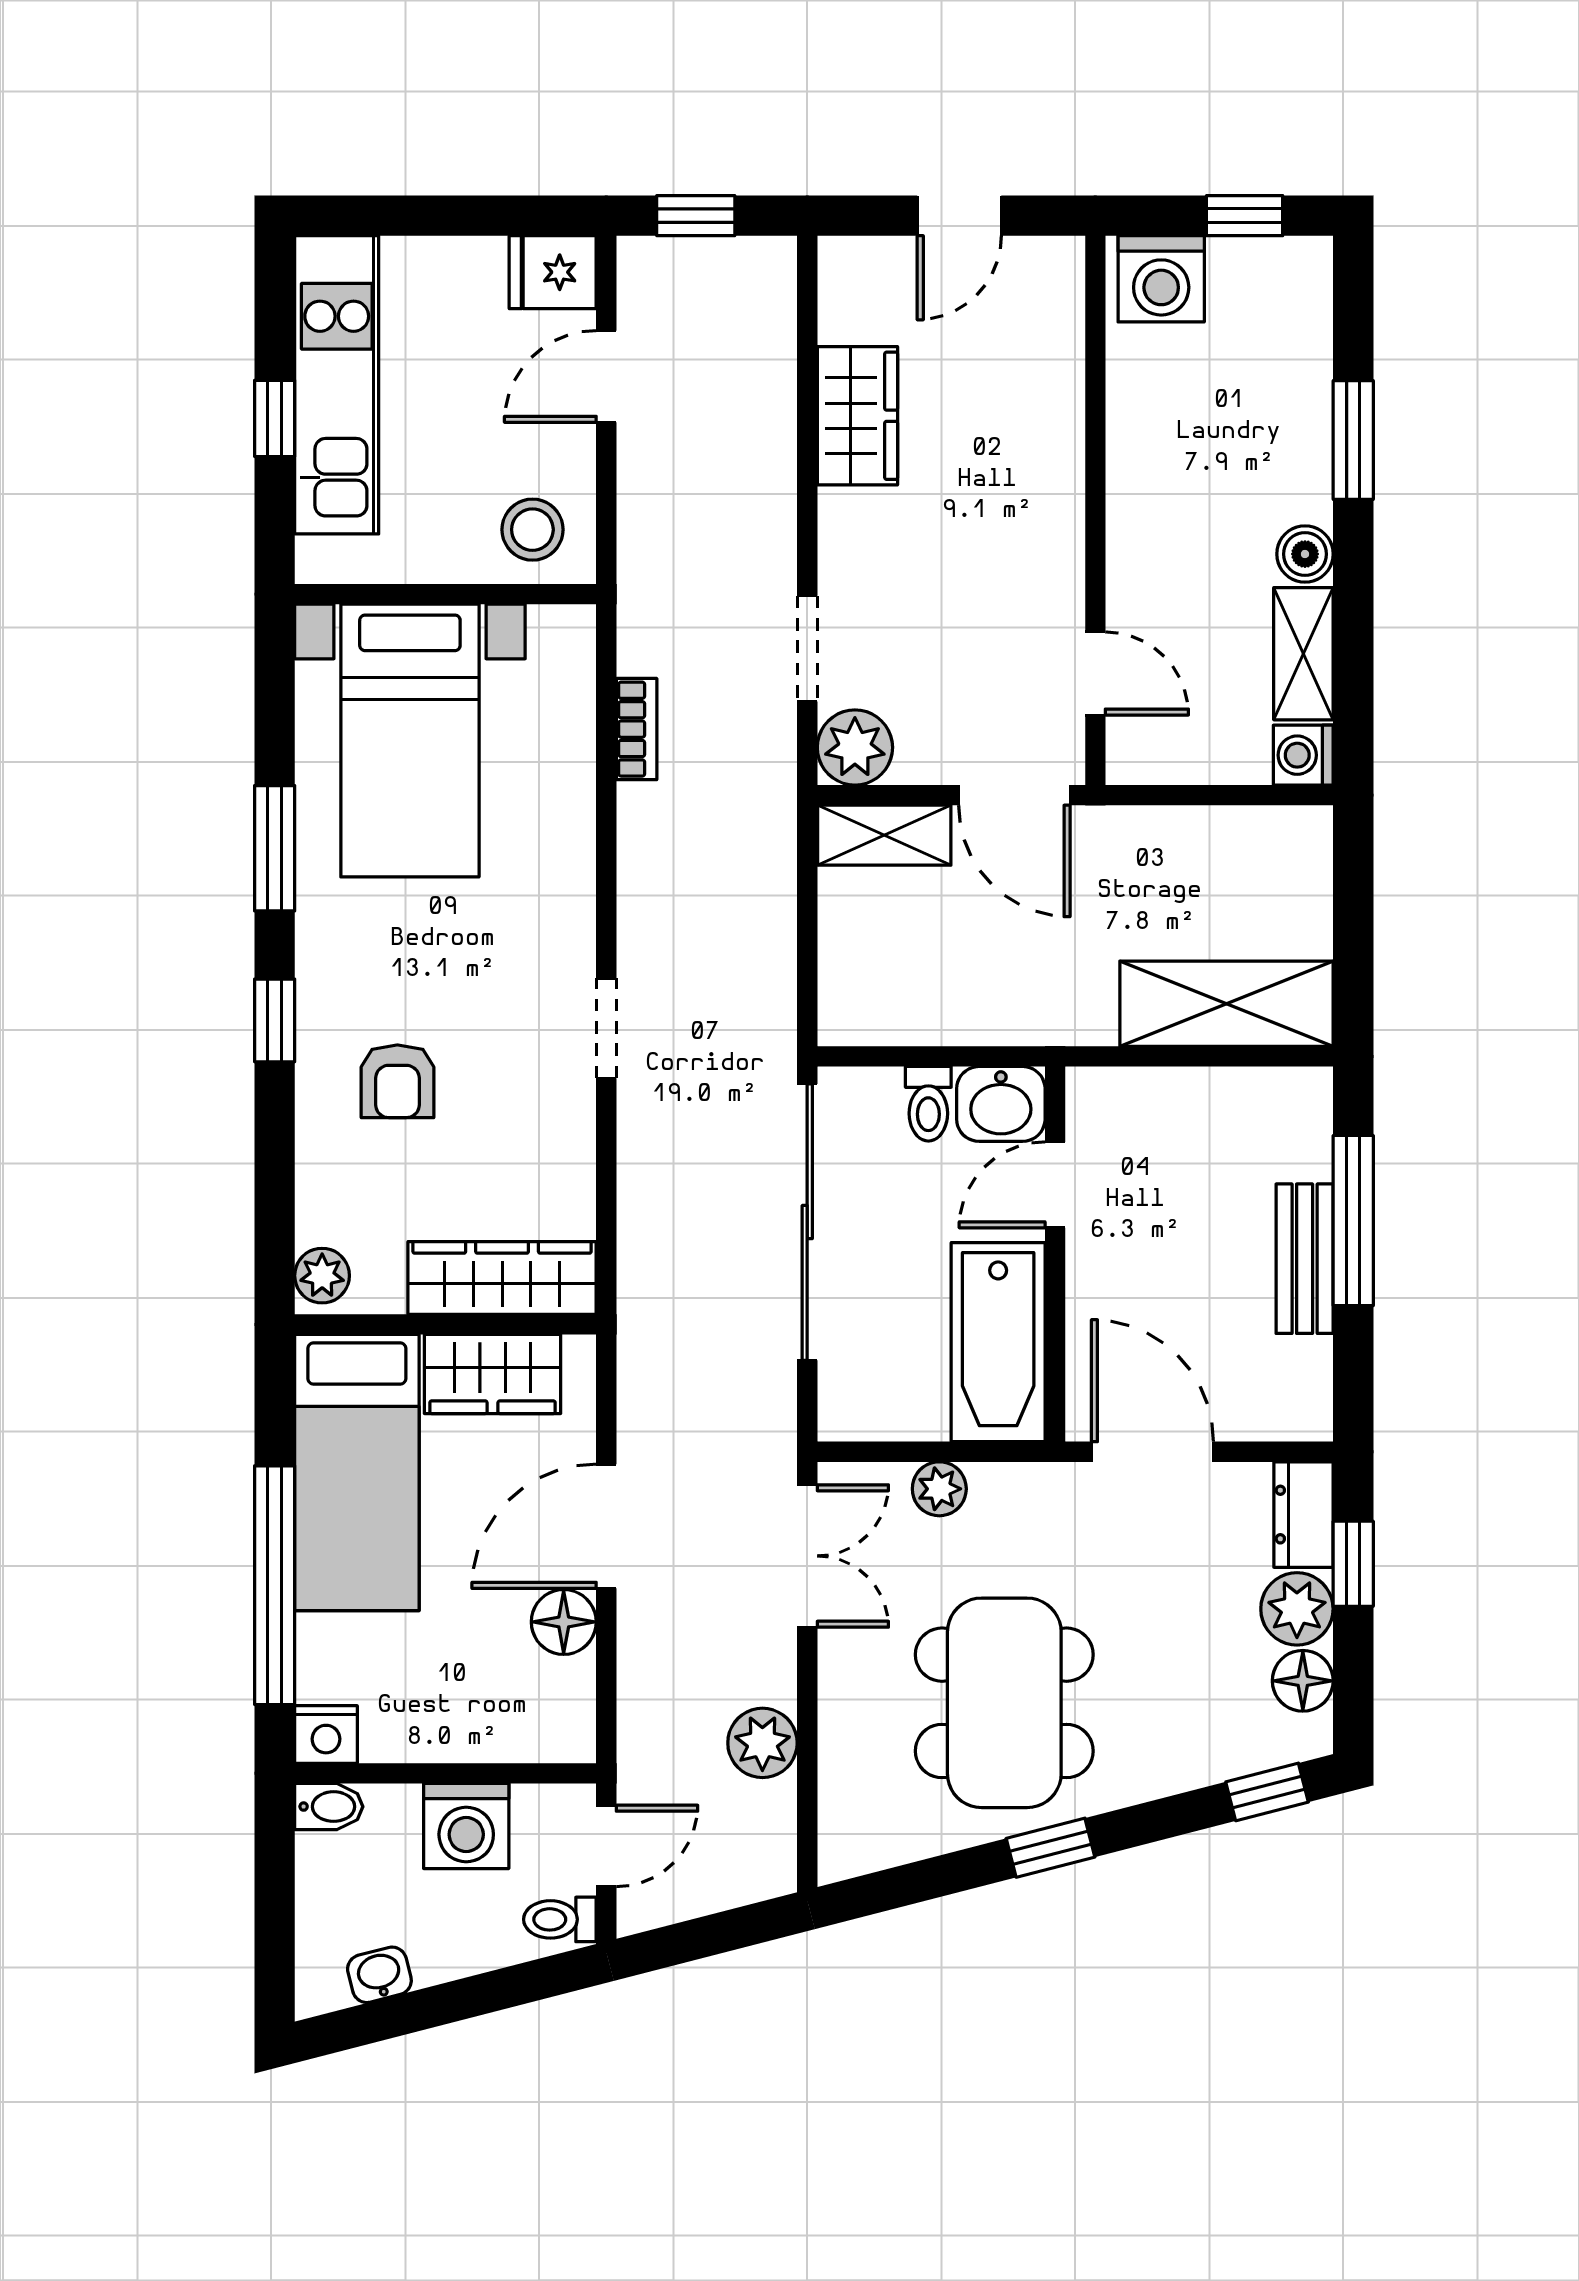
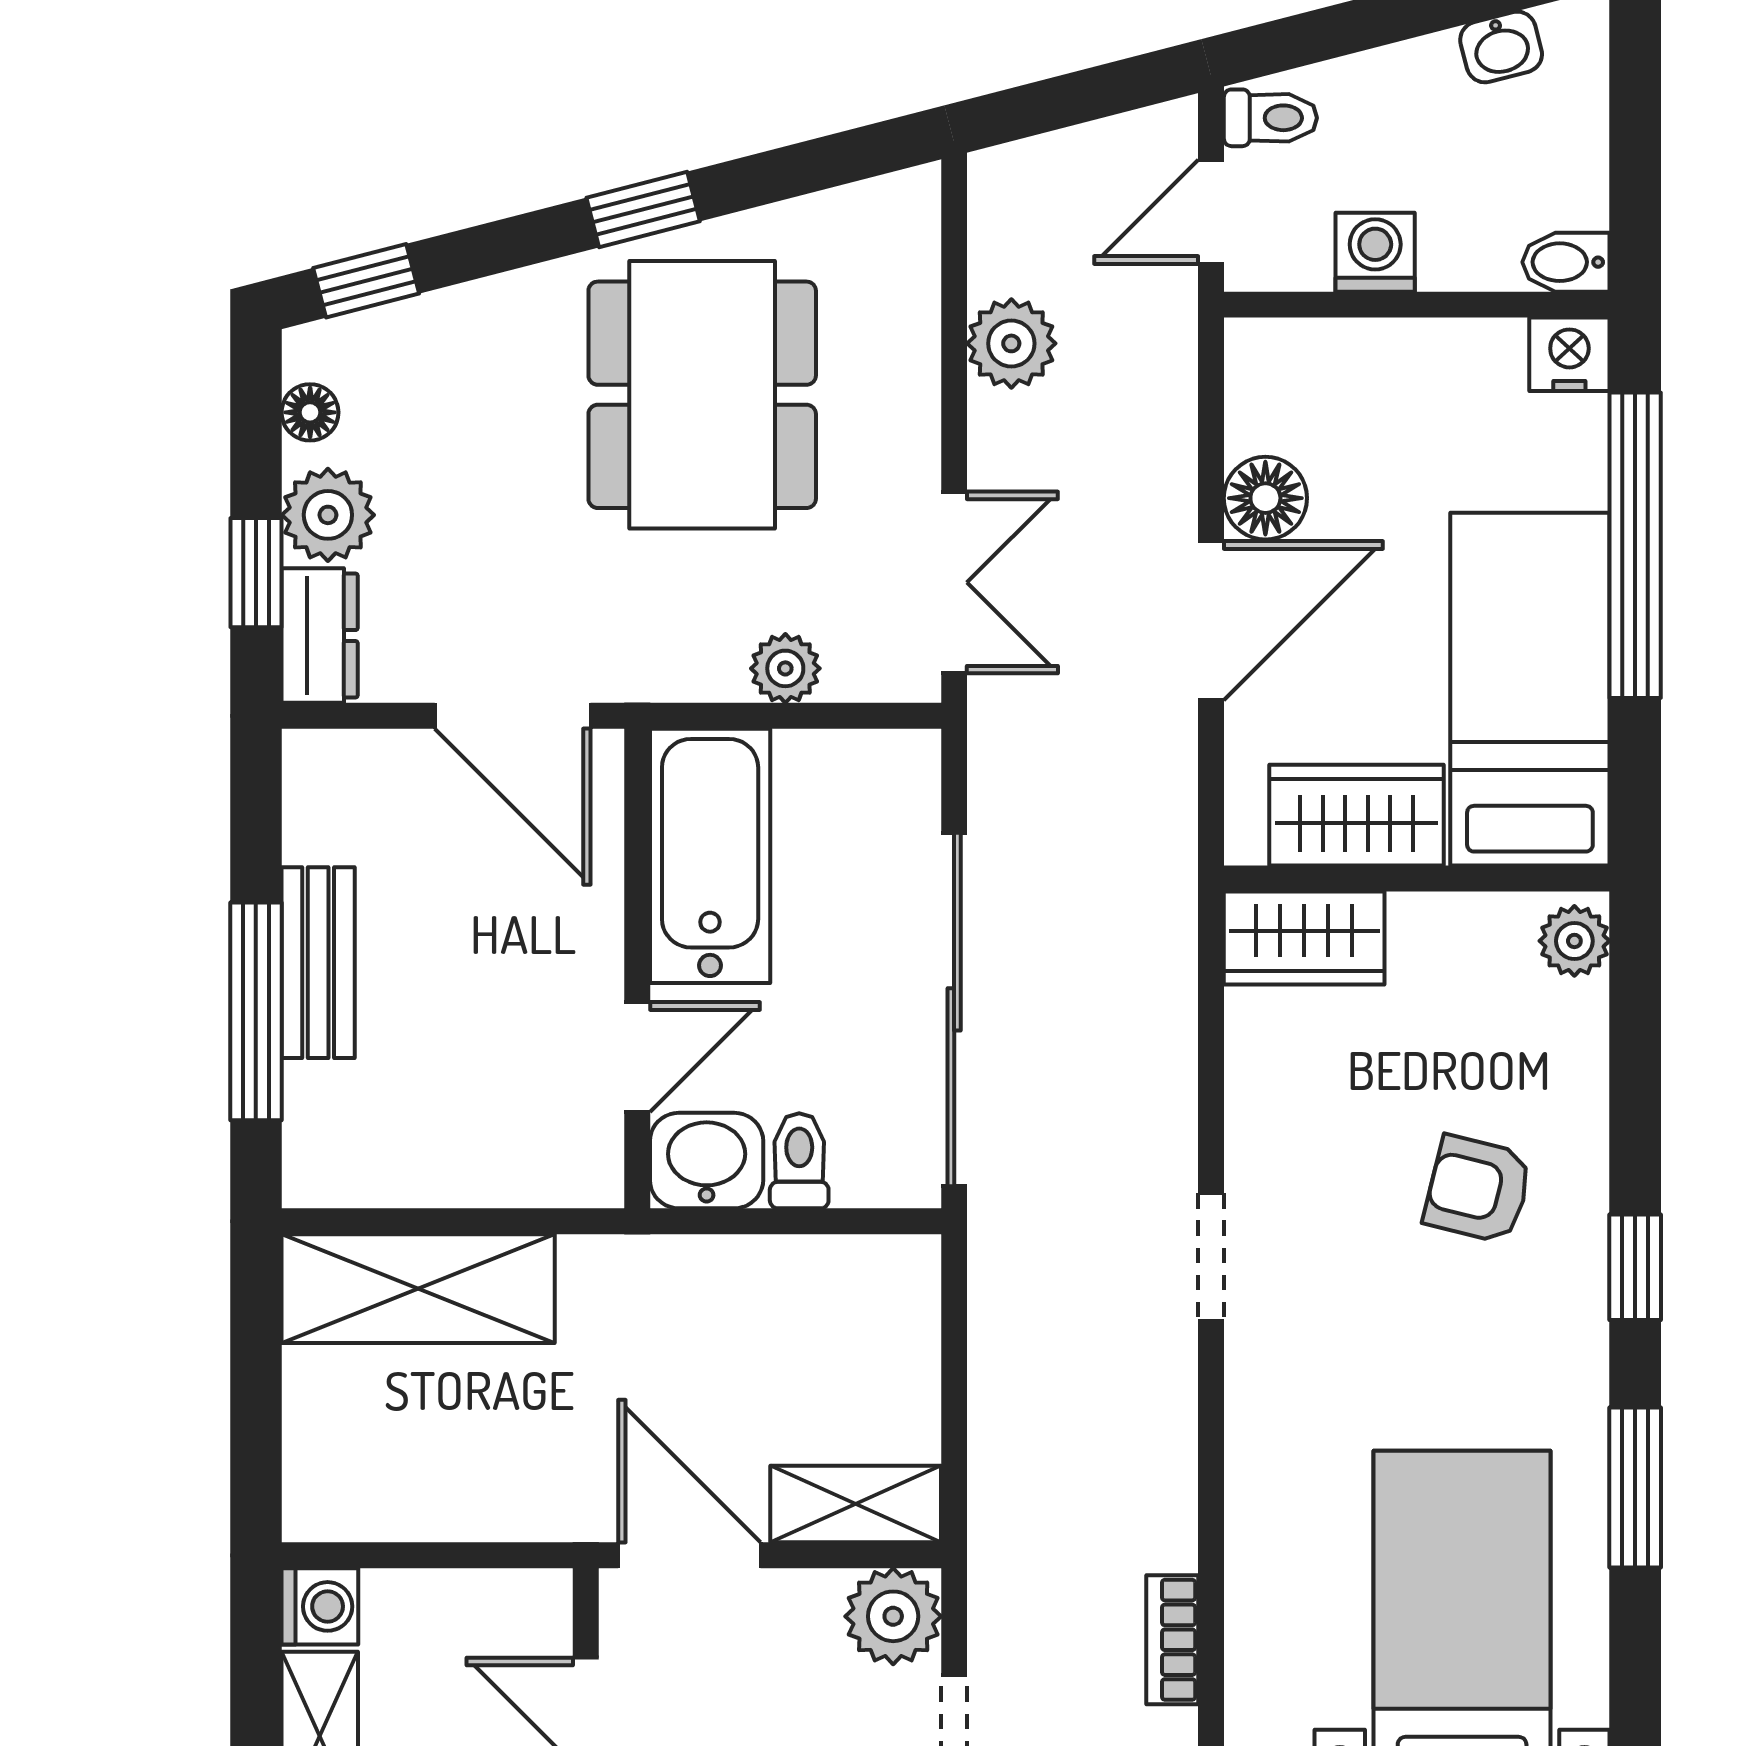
armchair: (397, 1081) -> (1478, 1189), turned -76
wardrobe: (502, 1278) -> (1304, 938), width x0.67
double door: (807, 1556) -> (954, 582), swing flipped
floor lamp: (1303, 1681) -> (310, 412), width x0.73, depth x0.73
washing machine: (466, 1826) -> (1375, 252), width x0.73, depth x0.73

